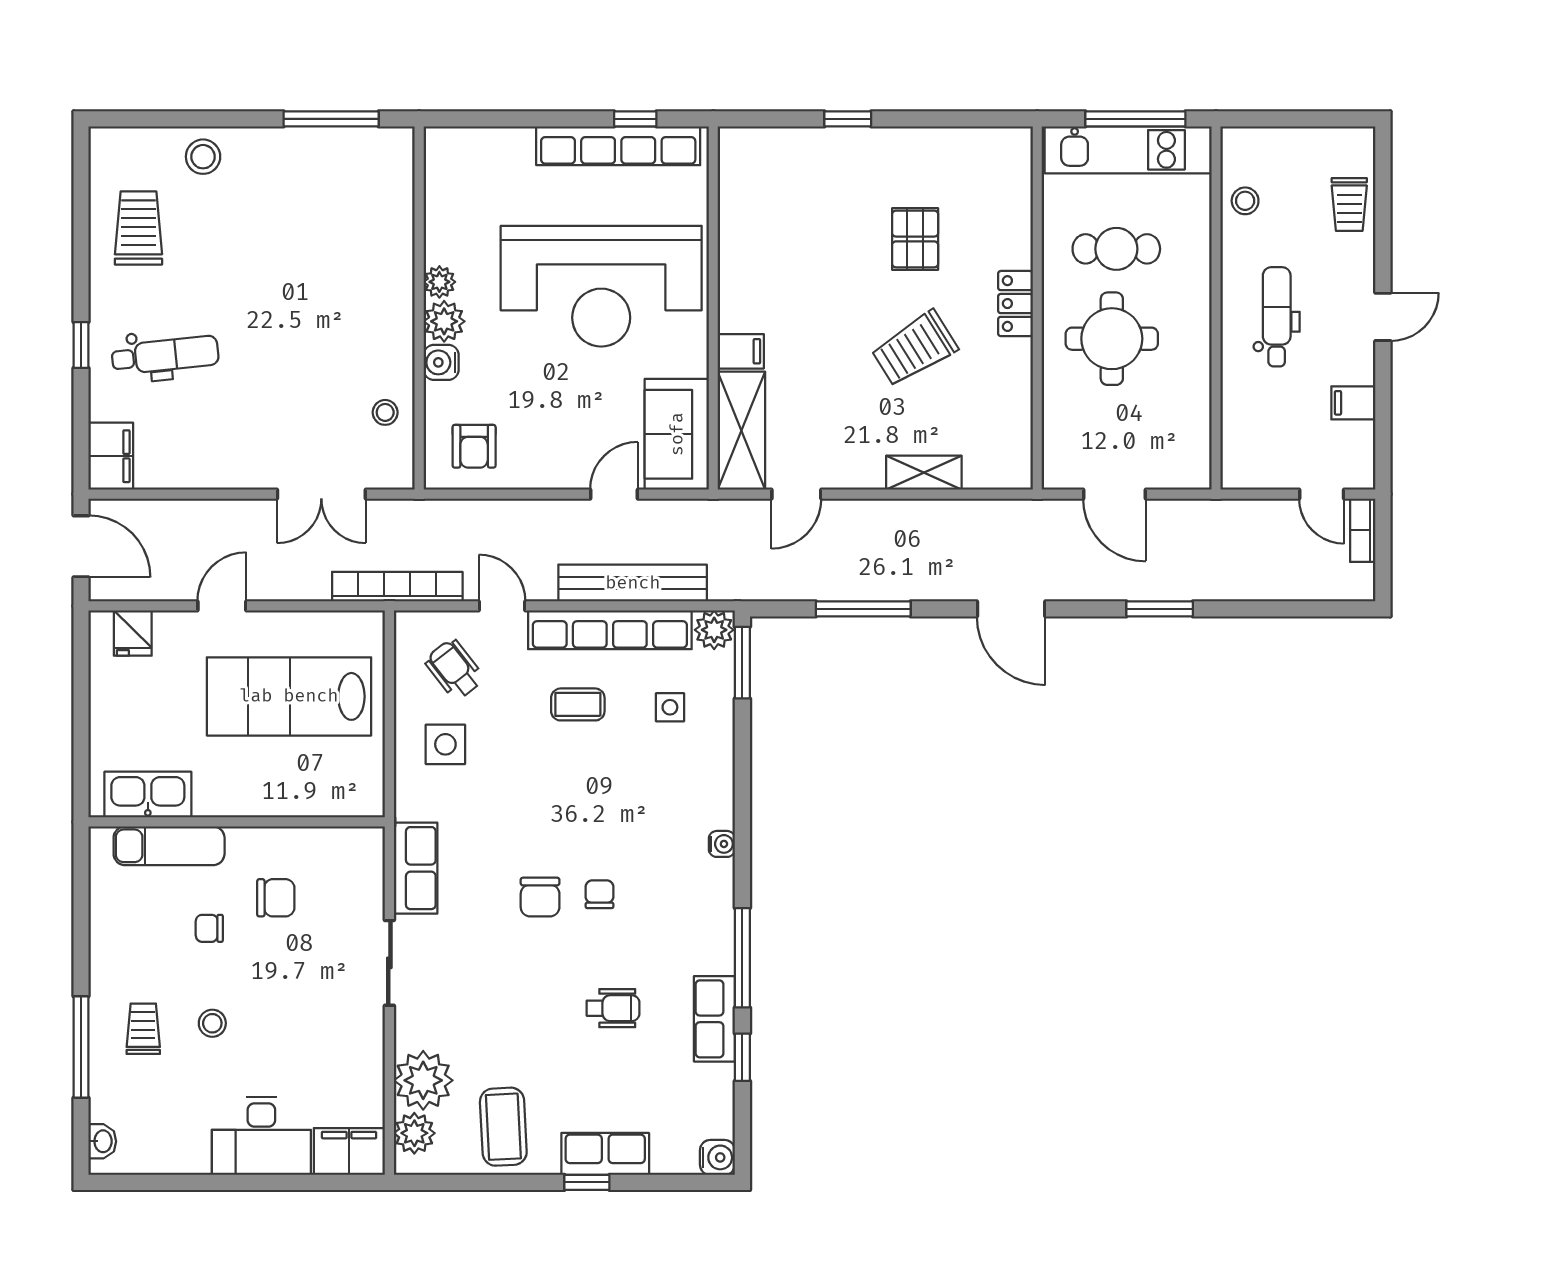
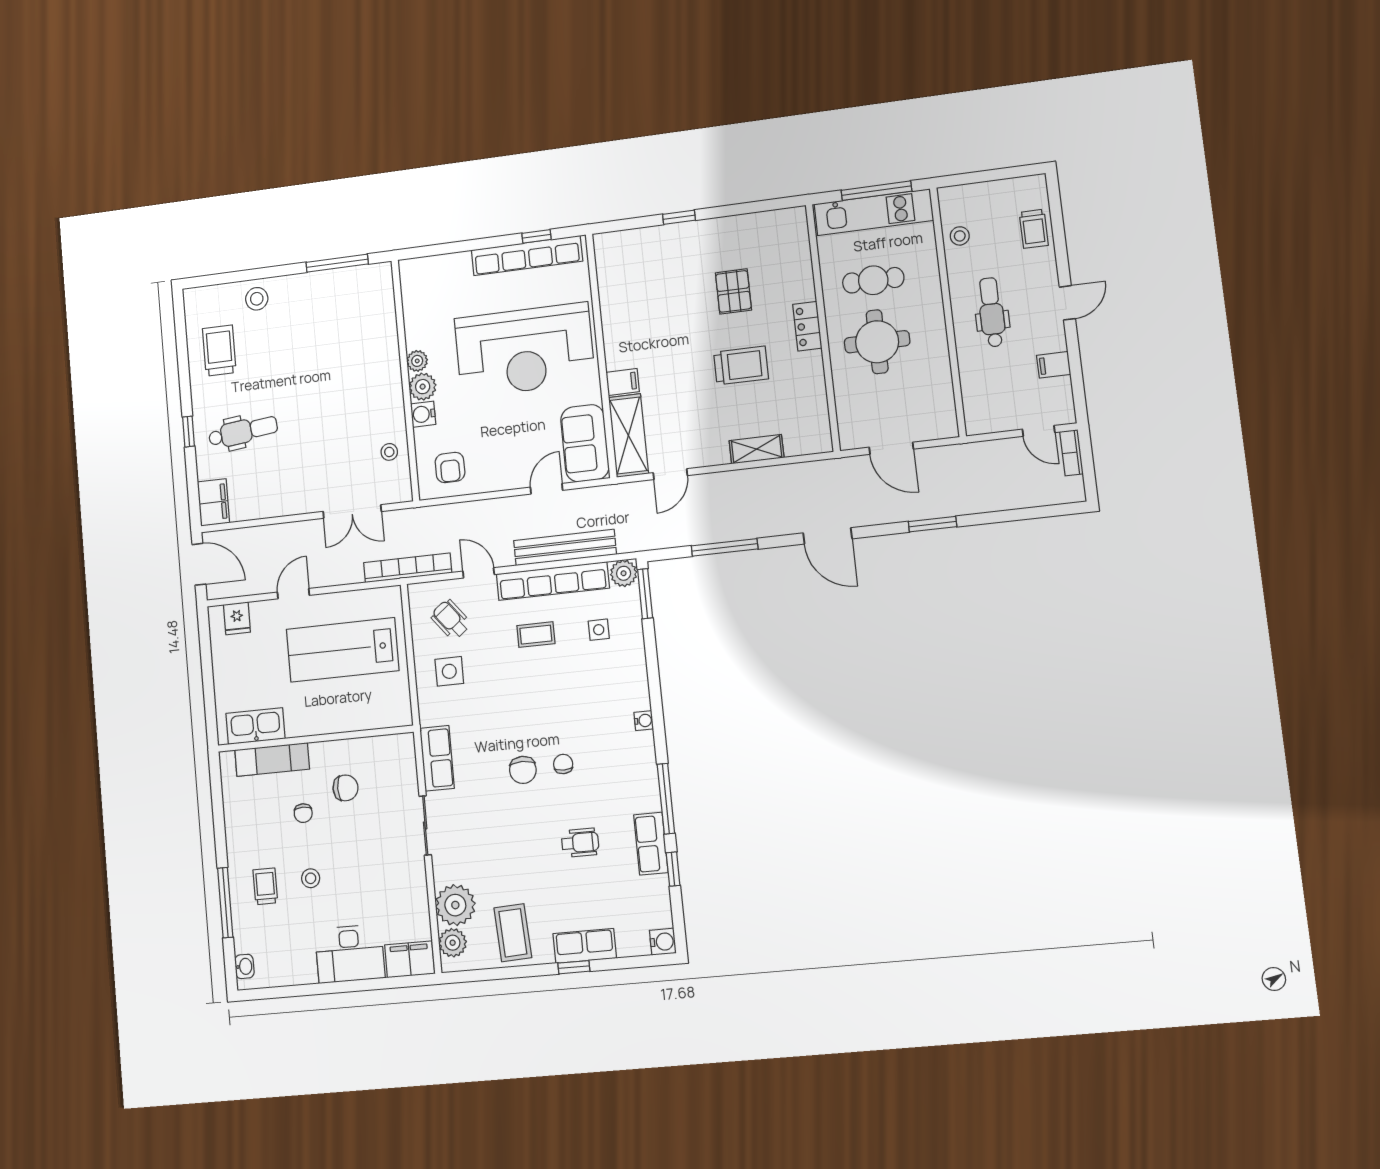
trolley: (914, 349) -> (741, 365), turned -148
chair: (209, 928) -> (303, 813), turned -90

